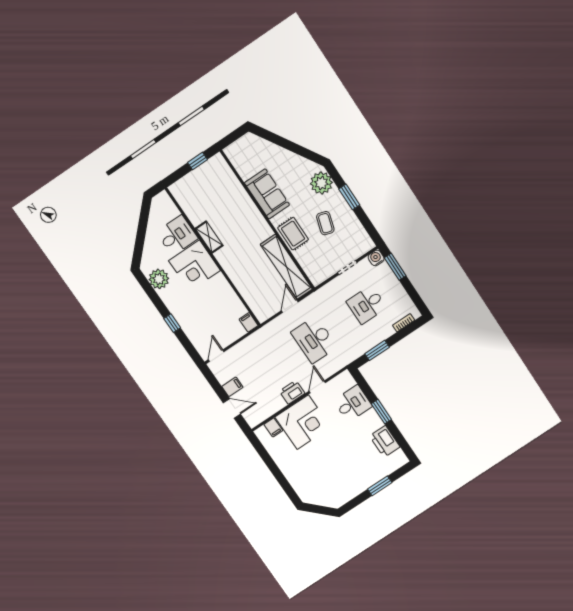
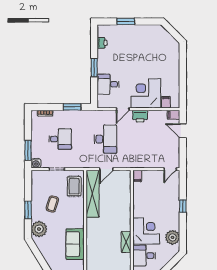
rug: (293, 234) -> (74, 186), moved
filing cabinet: (232, 387) -> (173, 115), moved
printer: (385, 441) -> (102, 43), width x0.53, depth x0.68

